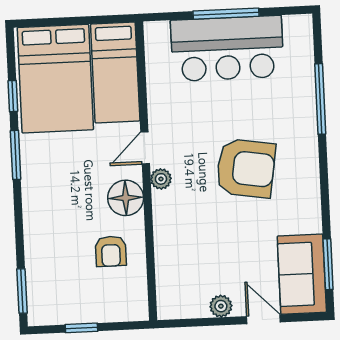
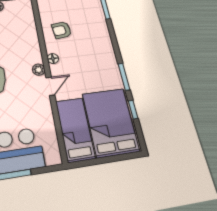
floor lamp: (126, 198) -> (53, 59), width x0.53, depth x0.53
armchair: (111, 251) -> (62, 30), turned -97

